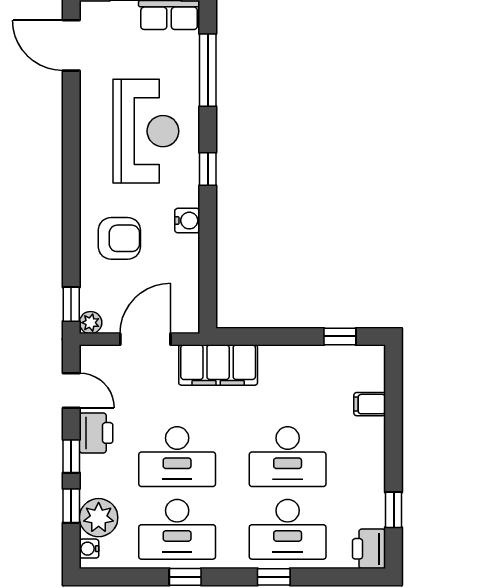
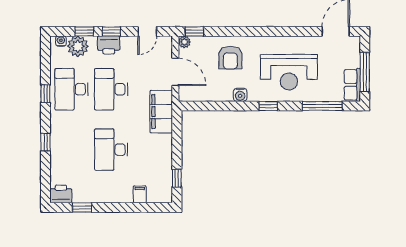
printer: (96, 433) -> (109, 45), moved
desk: (288, 529) -> (71, 150), removed

